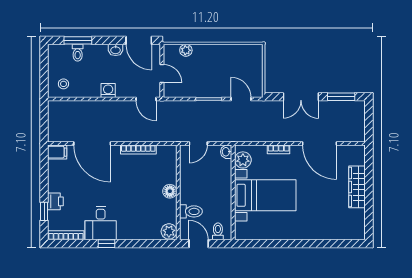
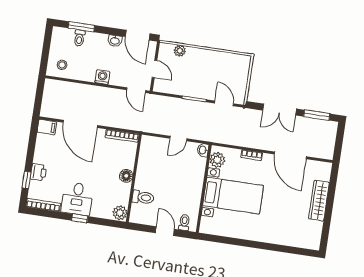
floor lamp: (170, 191) -> (126, 176), moved
wall: (178, 192) -> (134, 178), moved
toilet: (191, 211) -> (143, 197), moved
plant: (169, 231) -> (120, 213), moved

